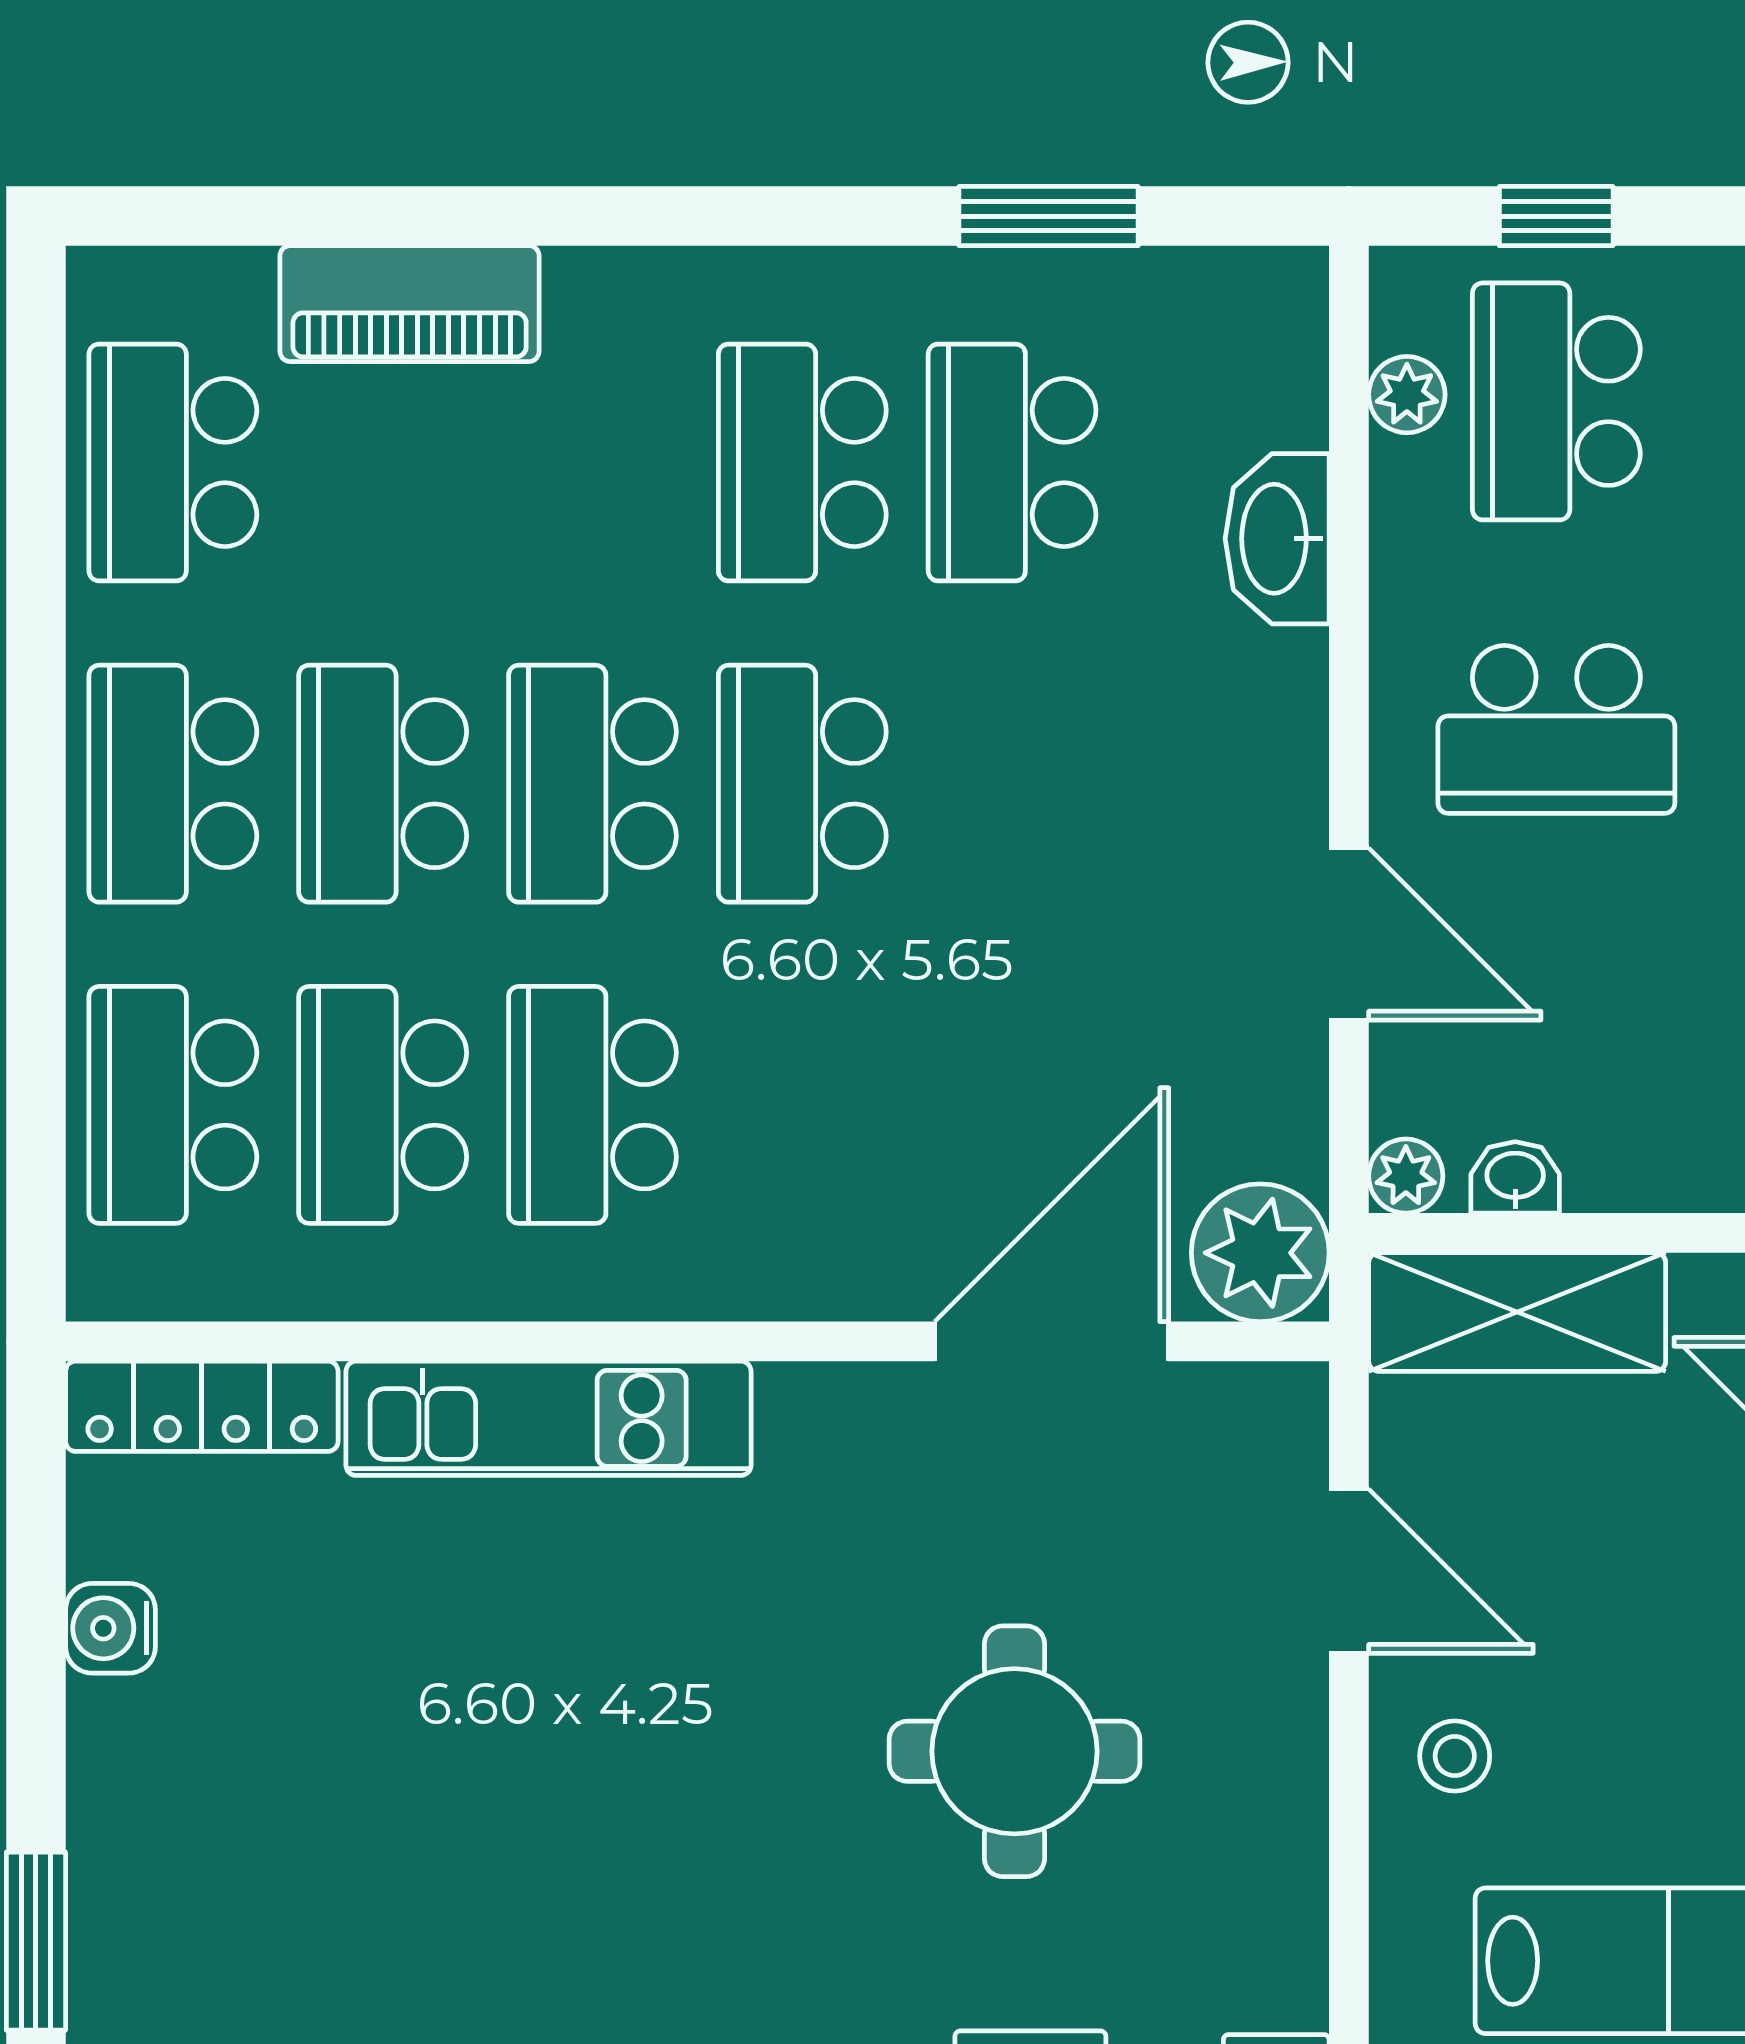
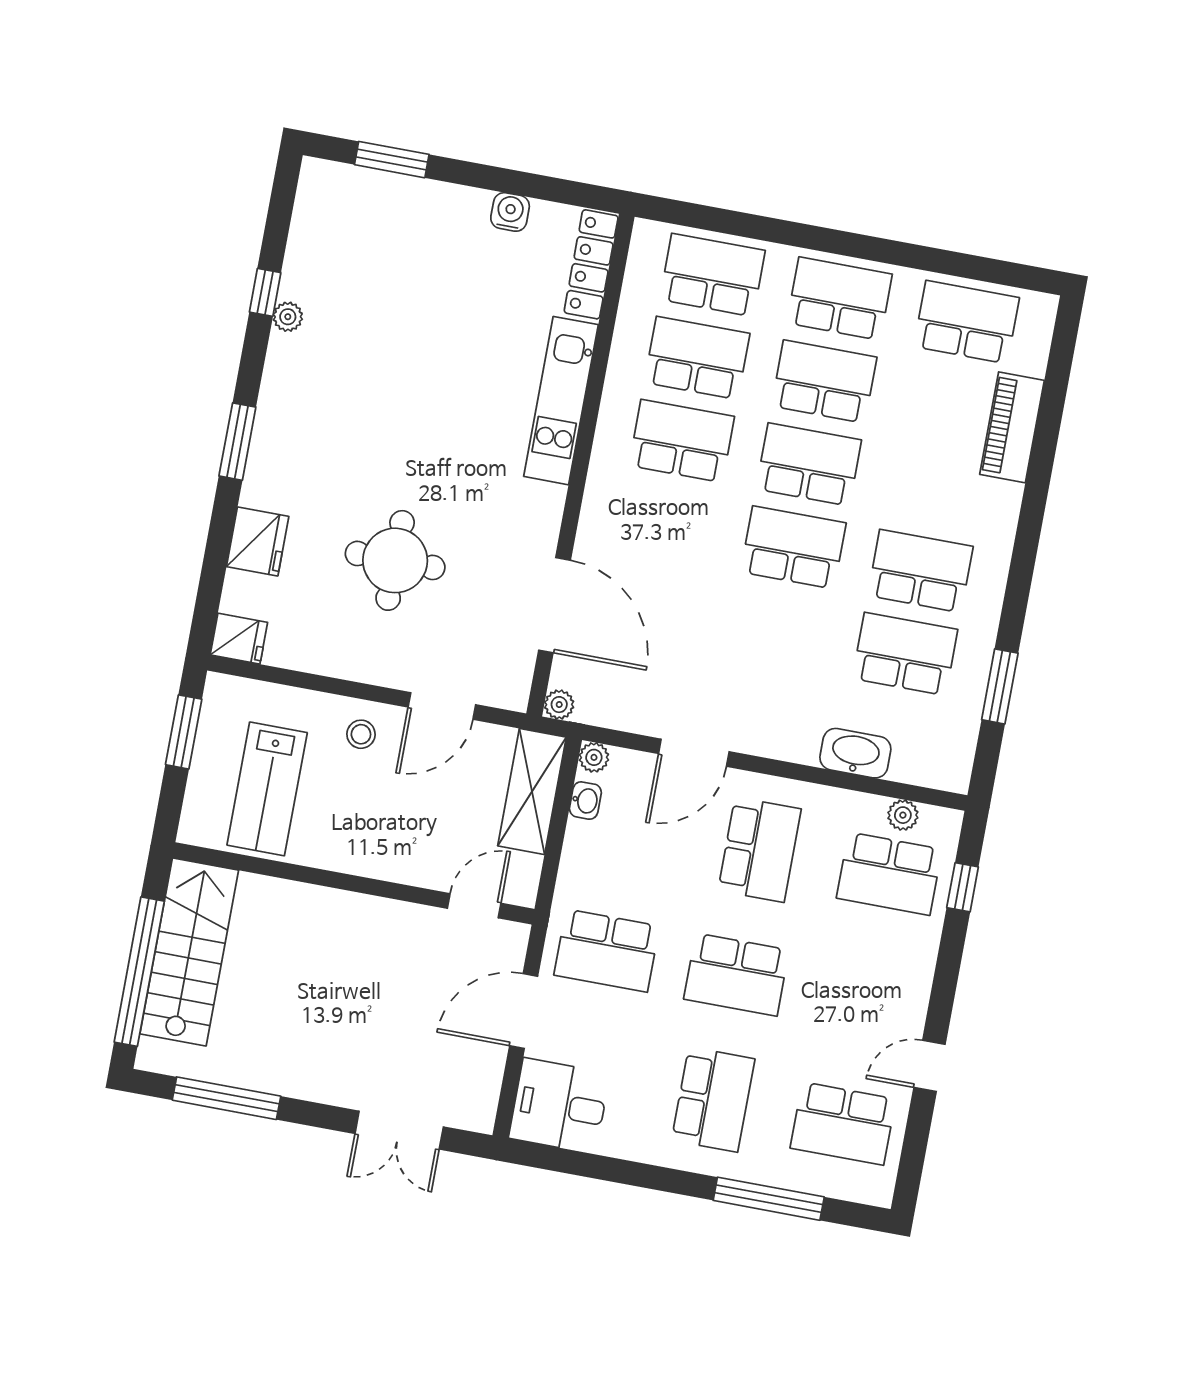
school desk: (1556, 401) -> (889, 874), turned 180
school desk: (1556, 729) -> (760, 850), turned 180
plant: (1260, 1253) -> (559, 705), width x0.53, depth x0.53

